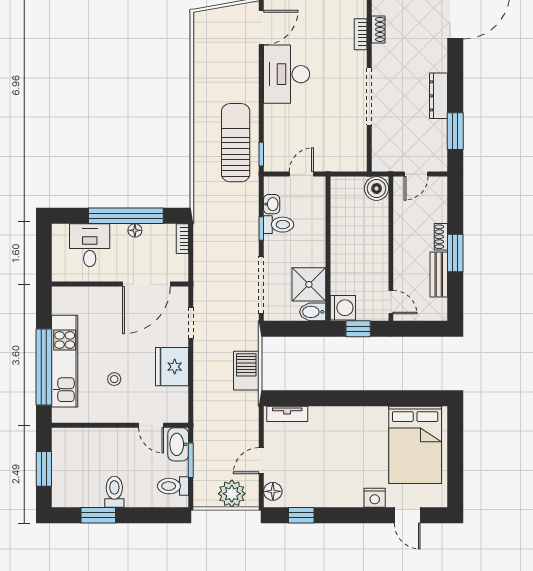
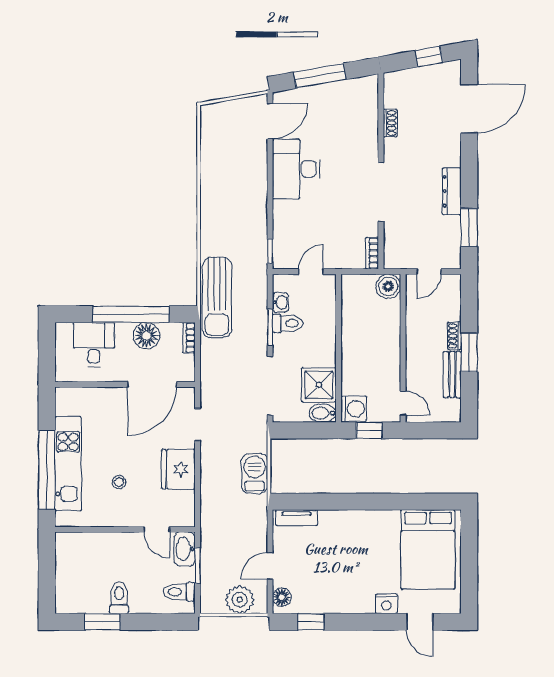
bookcase: (361, 34) -> (372, 253), moved
sun lounger: (236, 143) -> (217, 297), moved, turned 180
window: (261, 228) -> (270, 327), width x1.50
floor lamp: (135, 230) -> (146, 336), width x1.89, depth x1.89
window: (44, 469) -> (47, 574), removed

